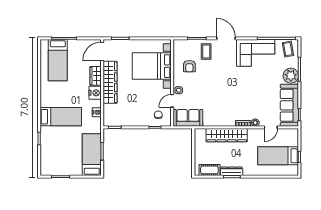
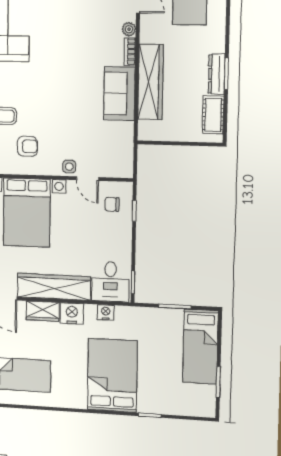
desk: (114, 115) -> (110, 282), added
bed: (61, 117) -> (112, 375), width x1.50
sofa: (188, 118) -> (119, 93), moved
bed: (92, 155) -> (200, 347), moved, turned -90

